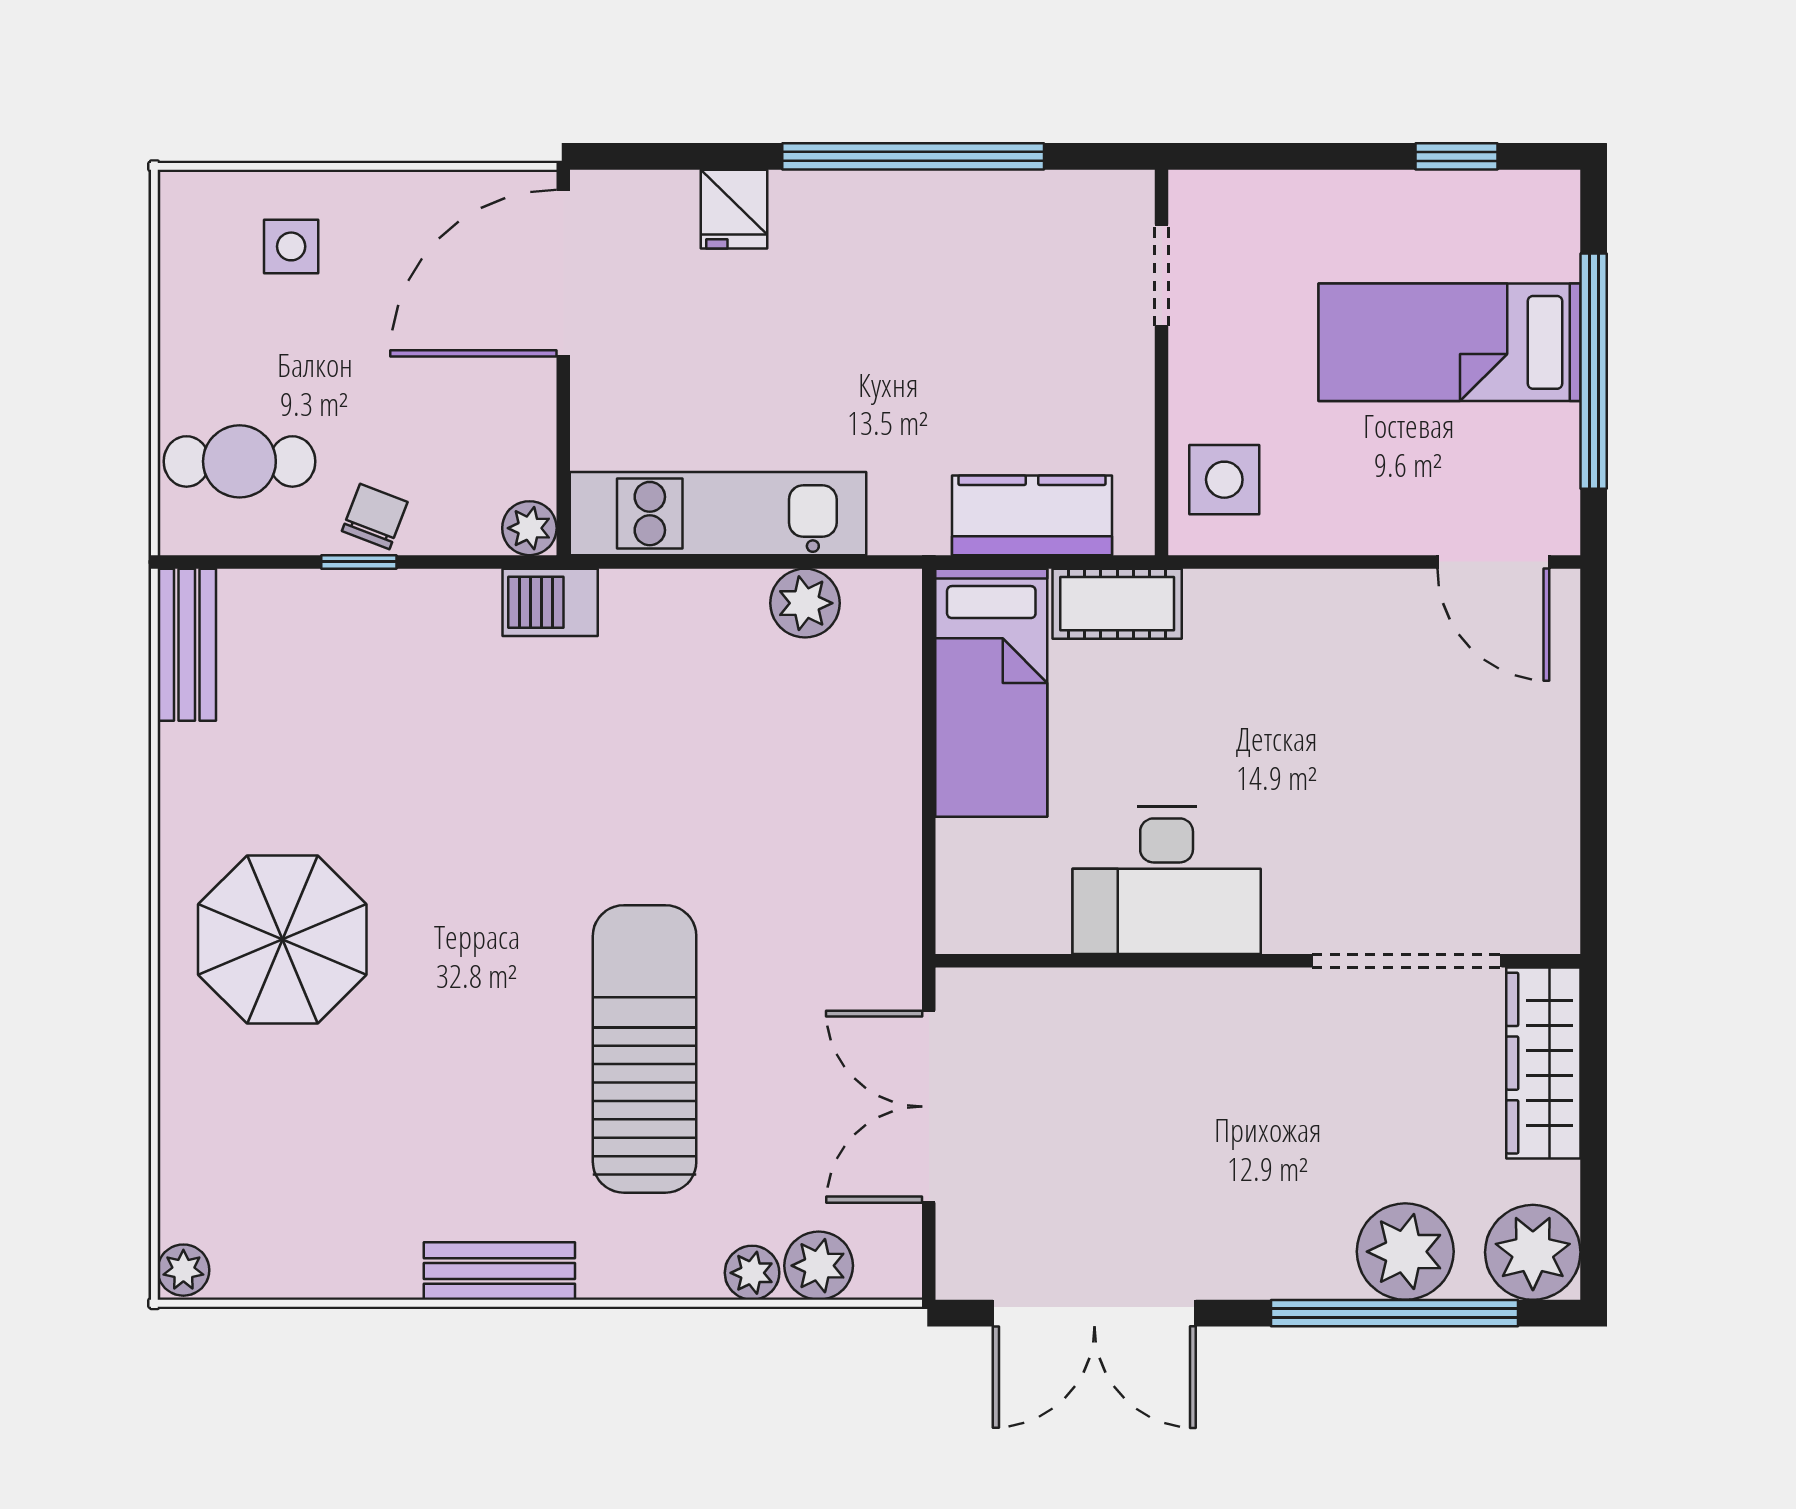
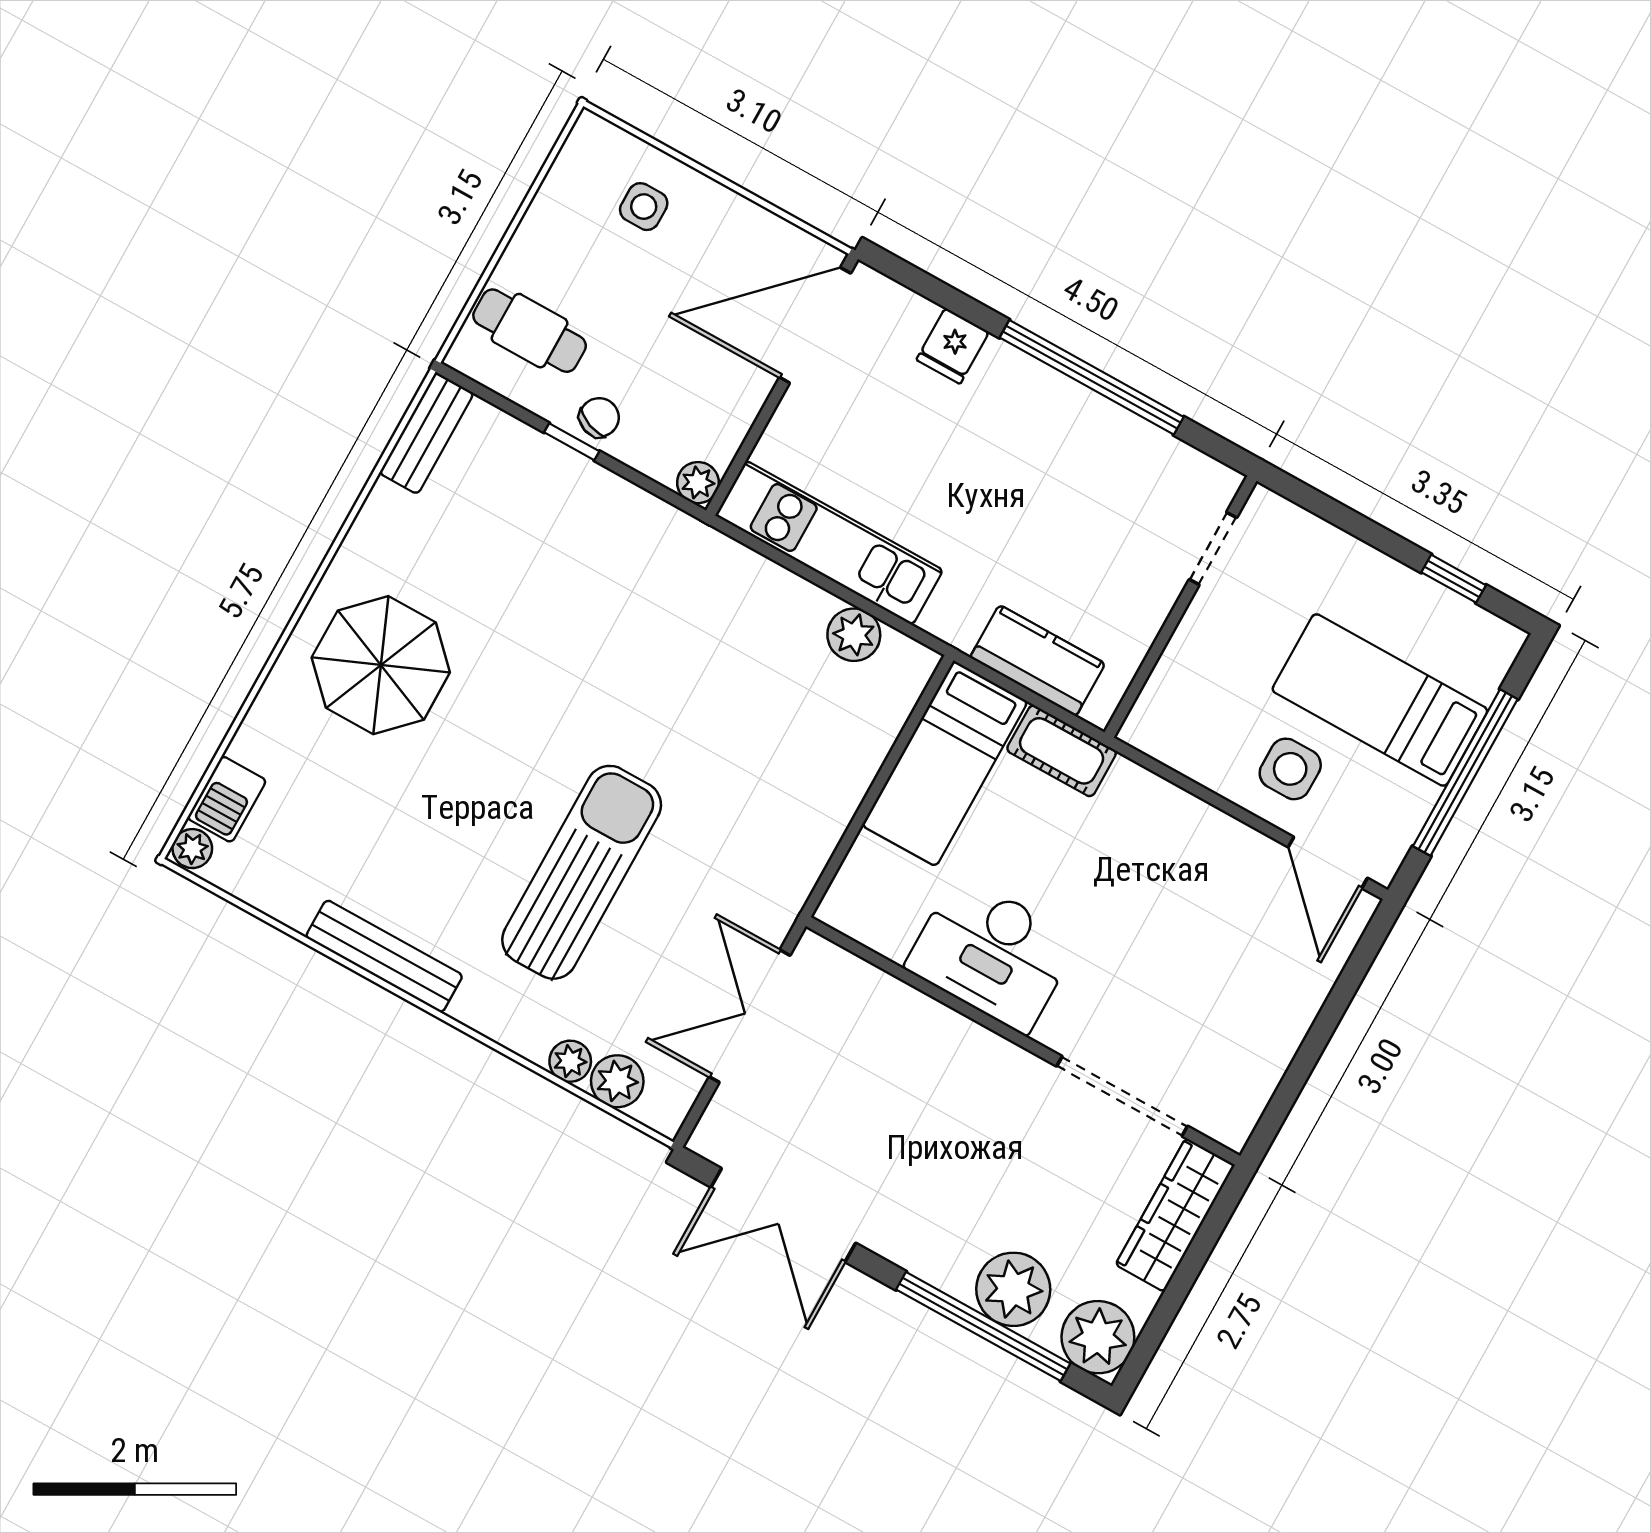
side table: (1224, 480) -> (1290, 769), moved
barbecue: (550, 602) -> (227, 799), moved, turned -90
bench: (499, 1271) -> (384, 956), width x1.36

